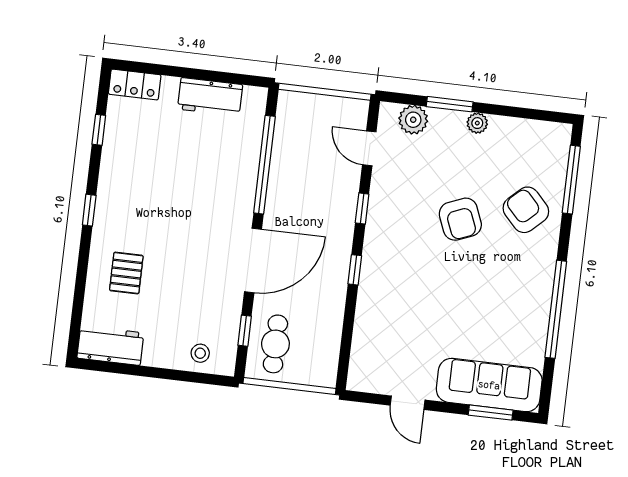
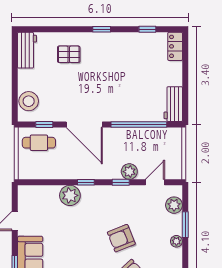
workbench: (210, 97) -> (173, 104), moved
plant: (345, 191) -> (129, 172), added
plant: (375, 300) -> (70, 195), added
stool: (200, 353) -> (29, 101), width x1.89, depth x1.89

